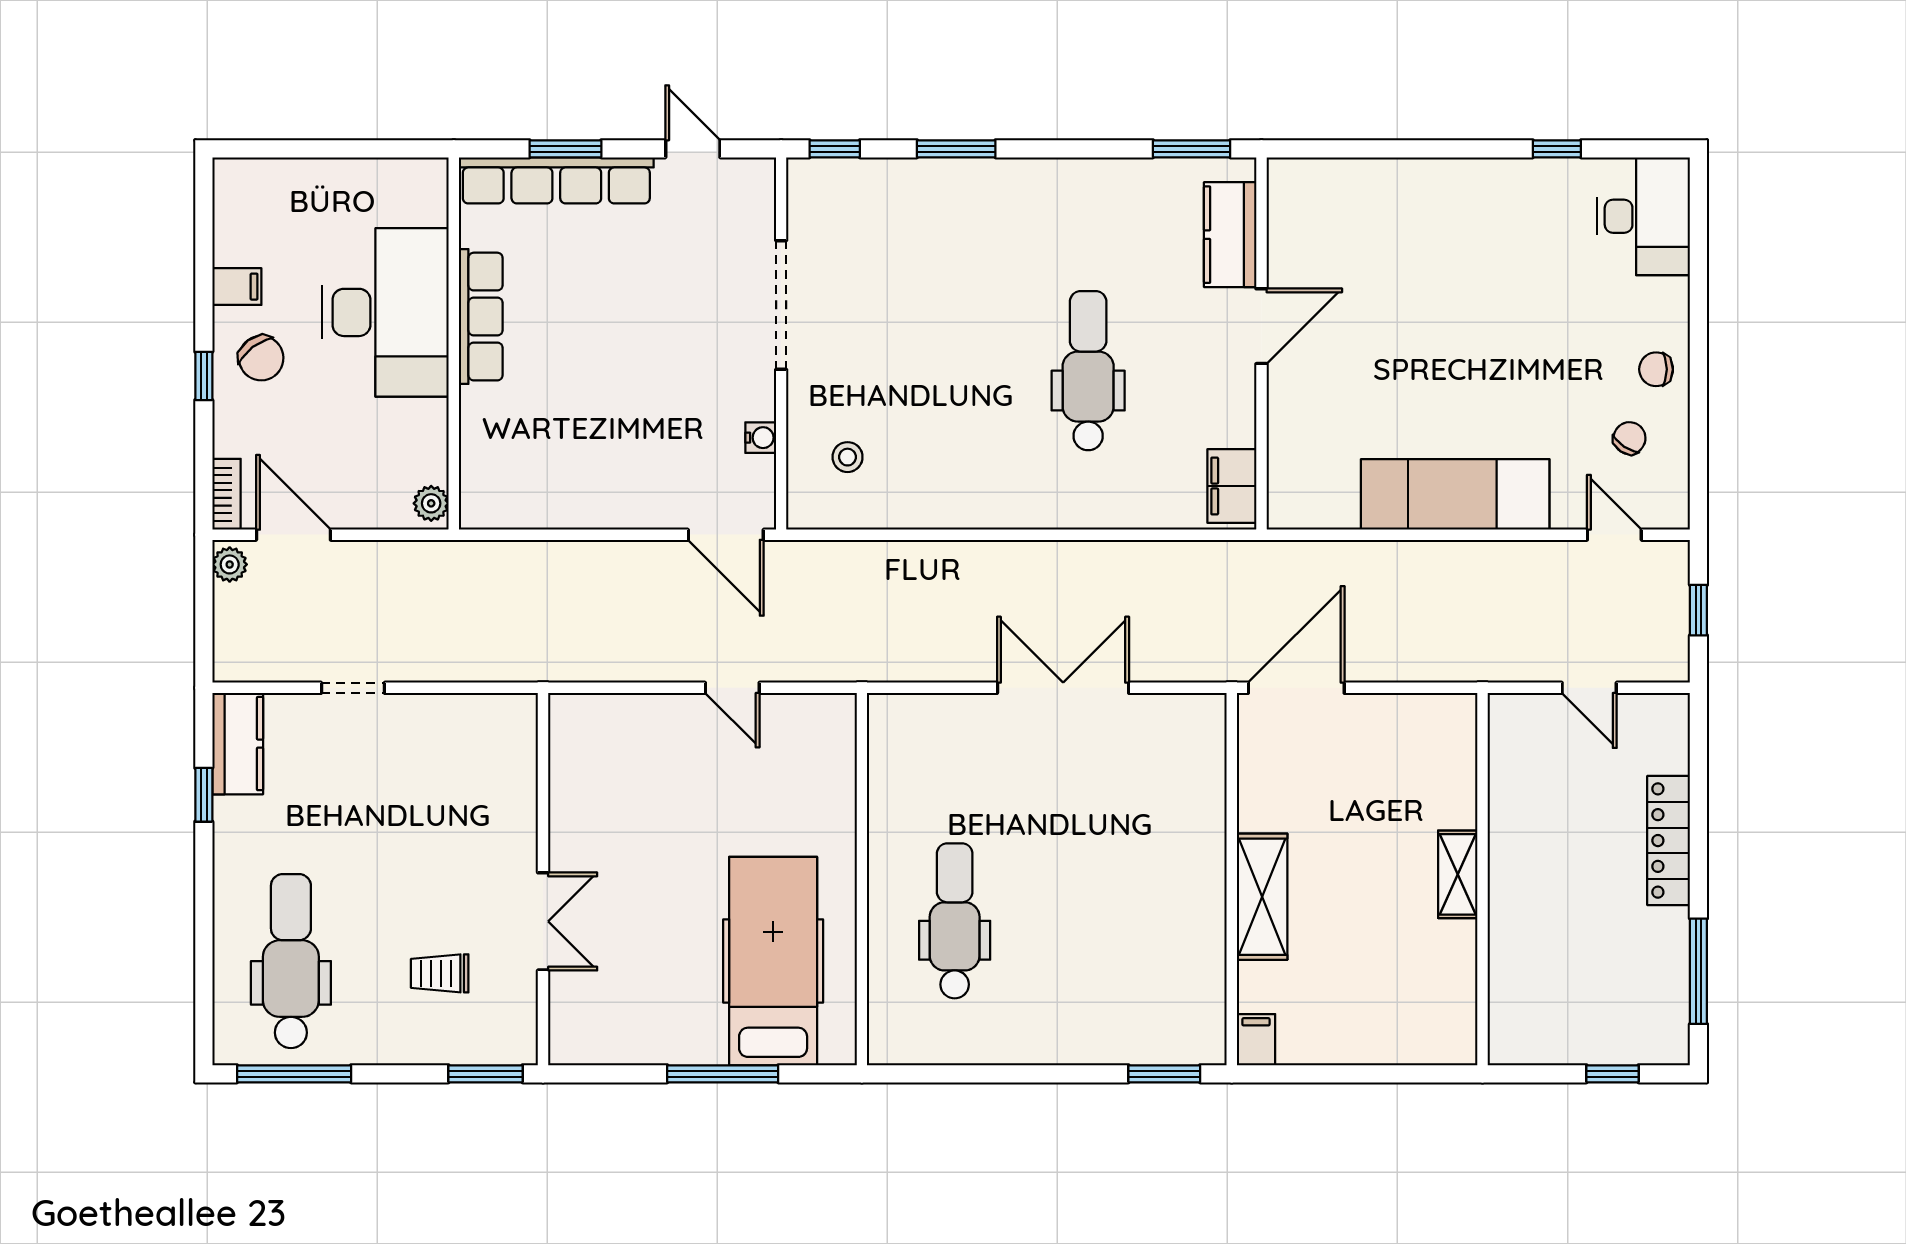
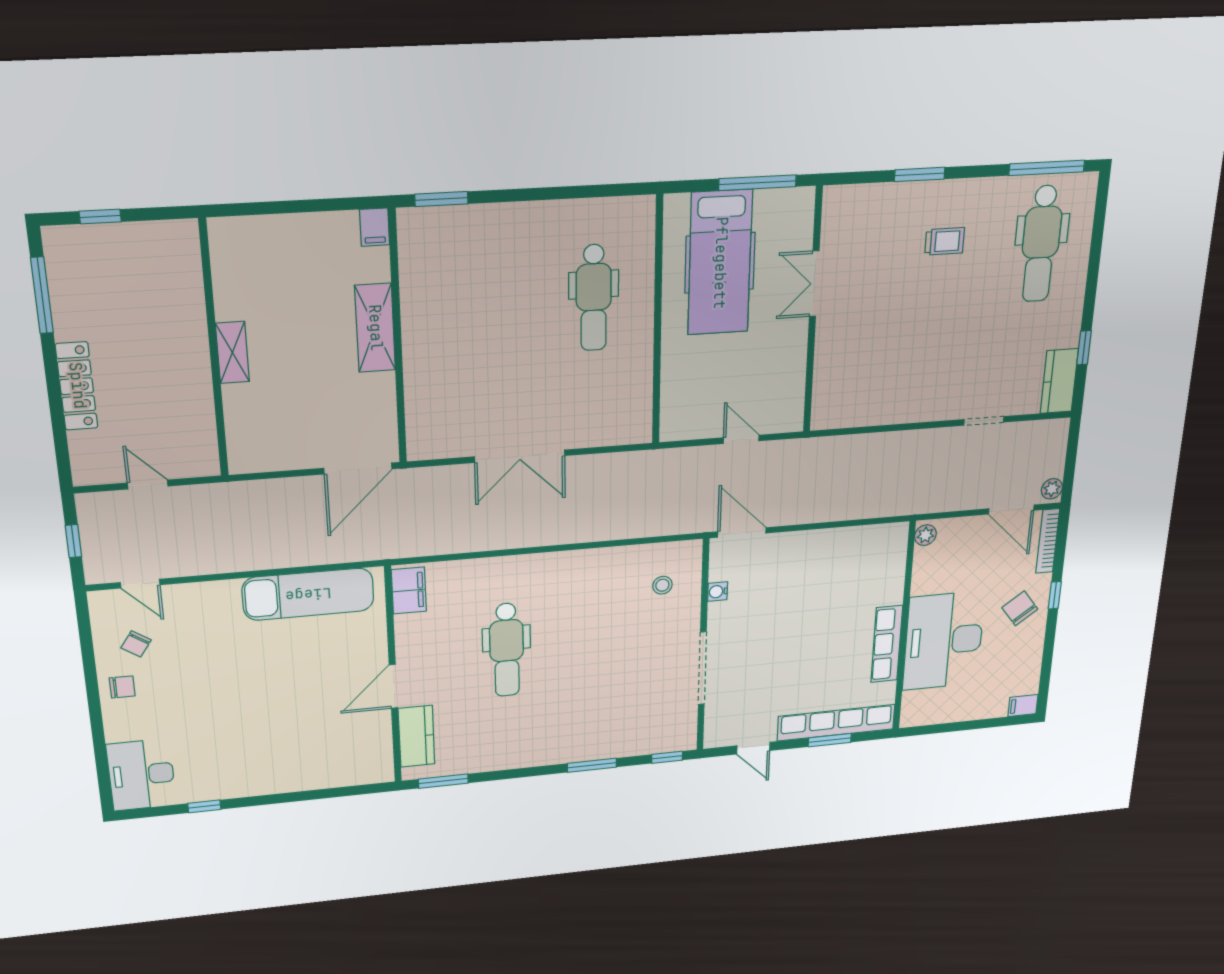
filing cabinet: (237, 287) -> (1023, 706), moved
bookcase: (227, 494) -> (1048, 541), width x1.56
exam couch: (1455, 494) -> (308, 594), moved
wall: (543, 879) -> (813, 312), moved
double door: (543, 921) -> (814, 284), moved

